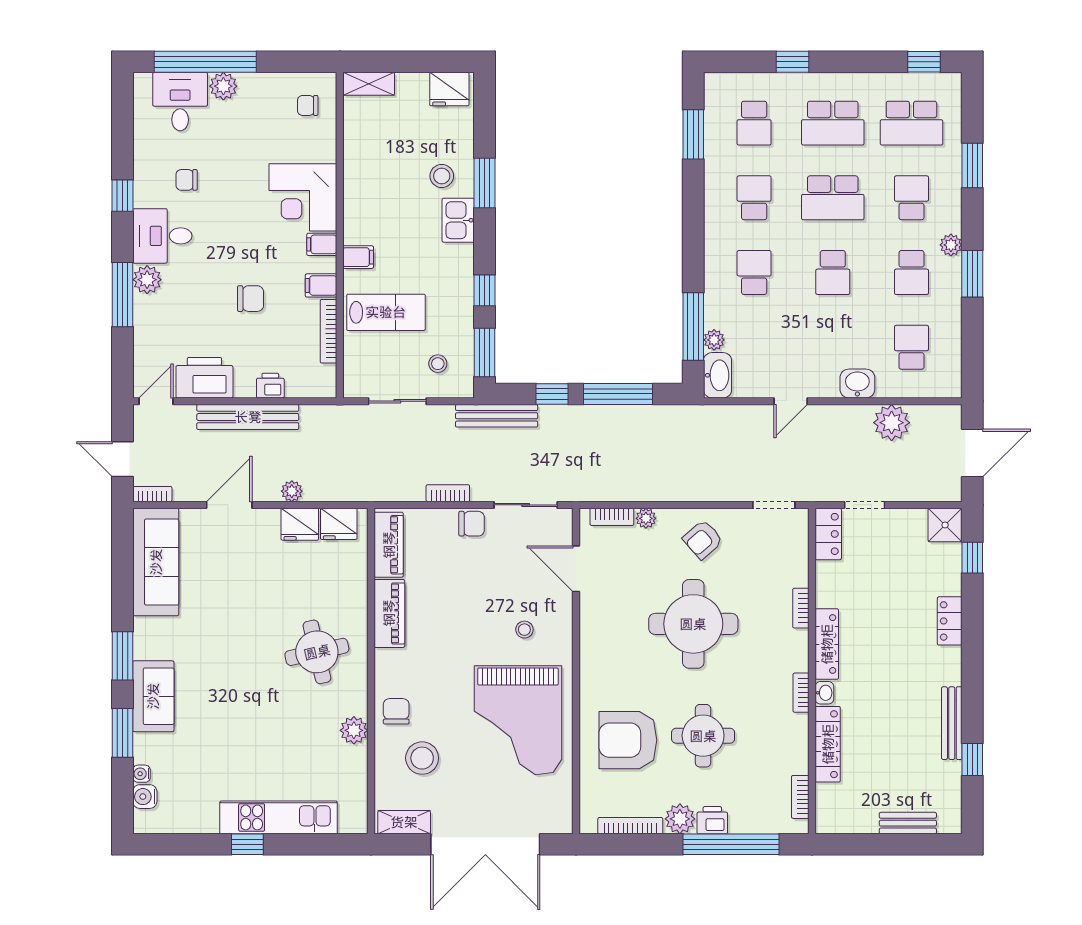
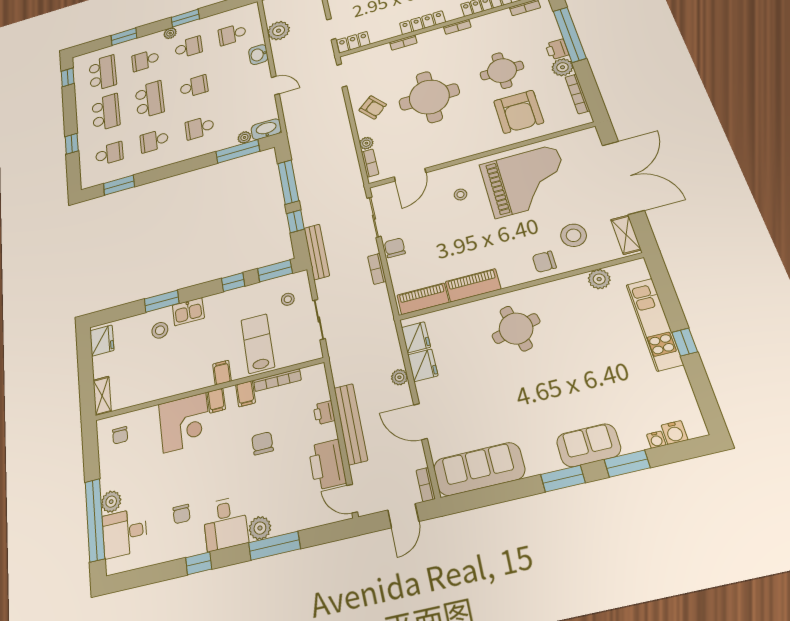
washbasin: (824, 693) -> (454, 15), removed
plant: (354, 730) -> (599, 279), moved

